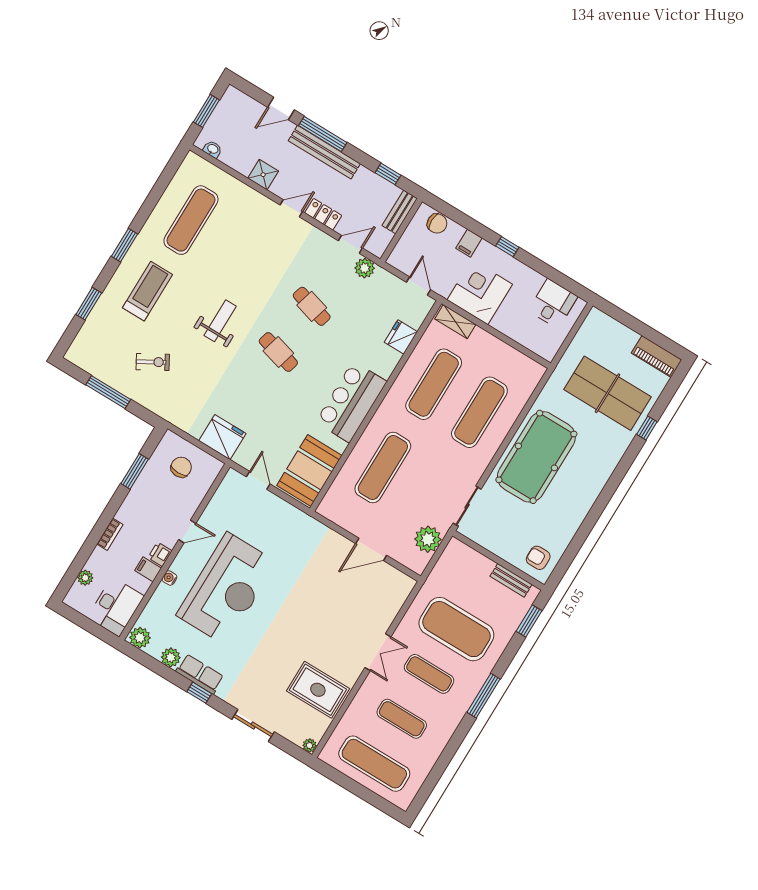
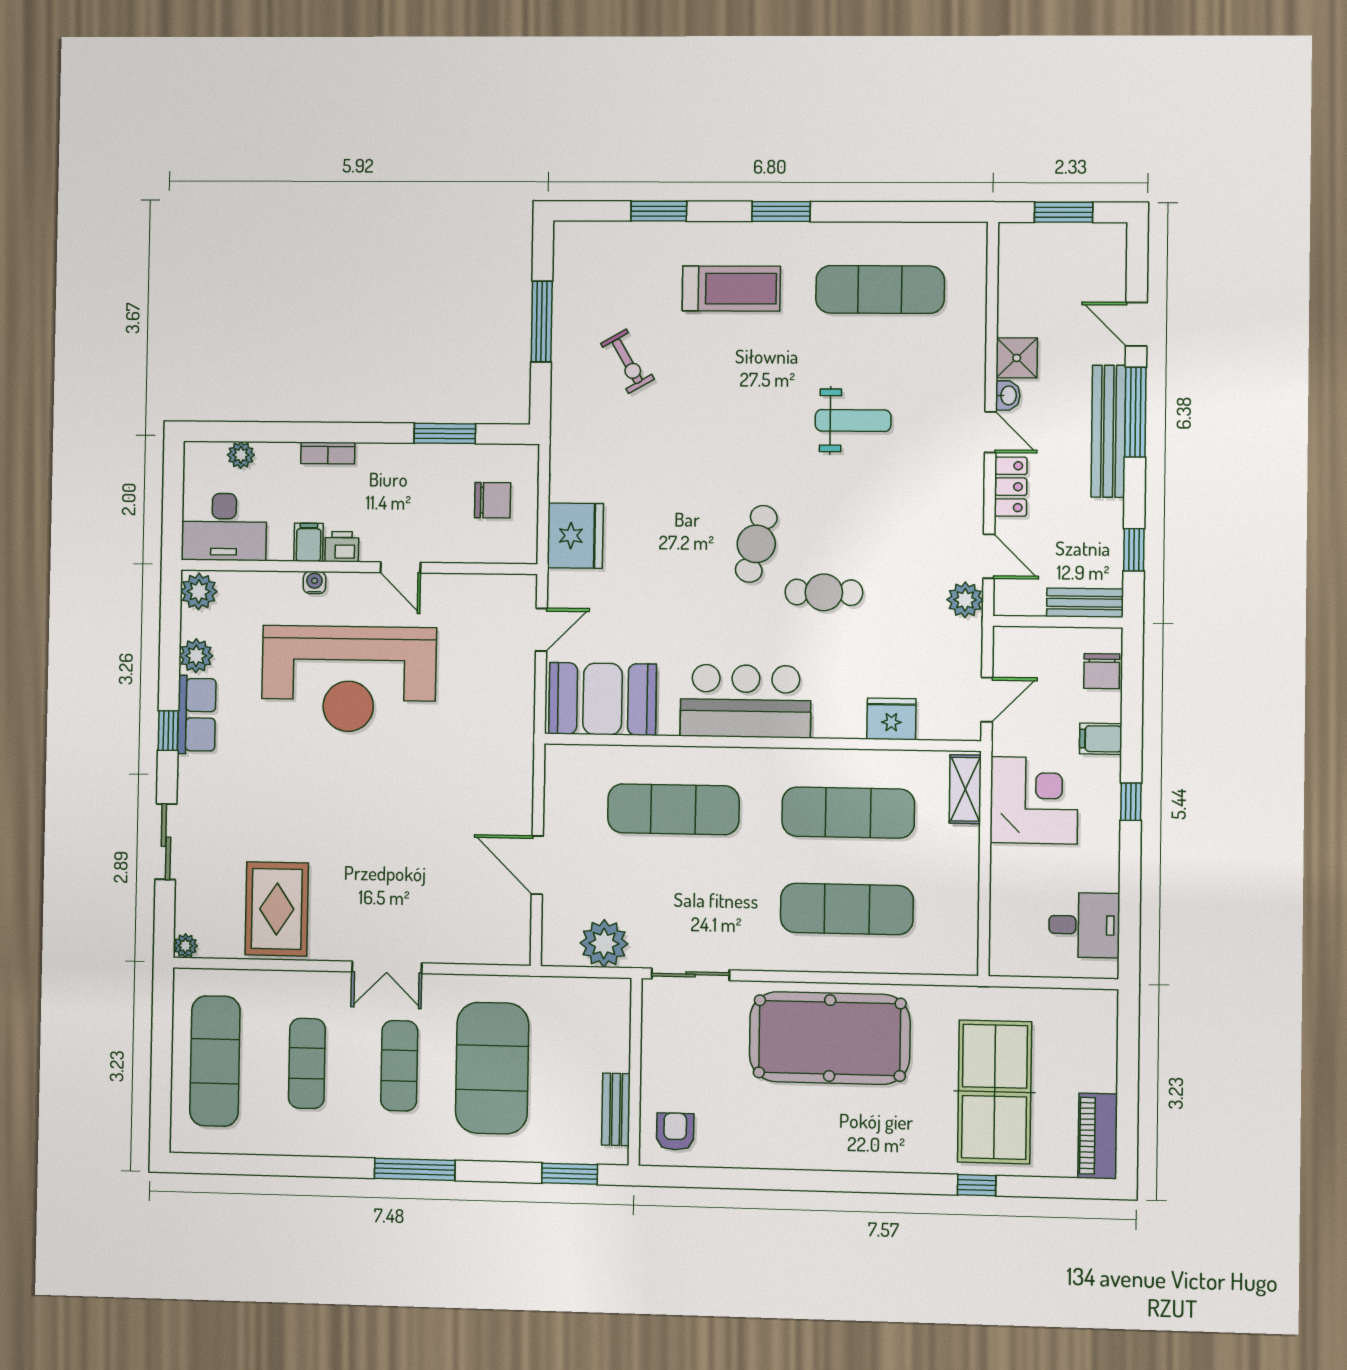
washbasin: (213, 149) -> (1008, 395), moved
cafe table: (312, 306) -> (824, 592), moved, turned 74
weight bench: (220, 321) -> (853, 421), moved

